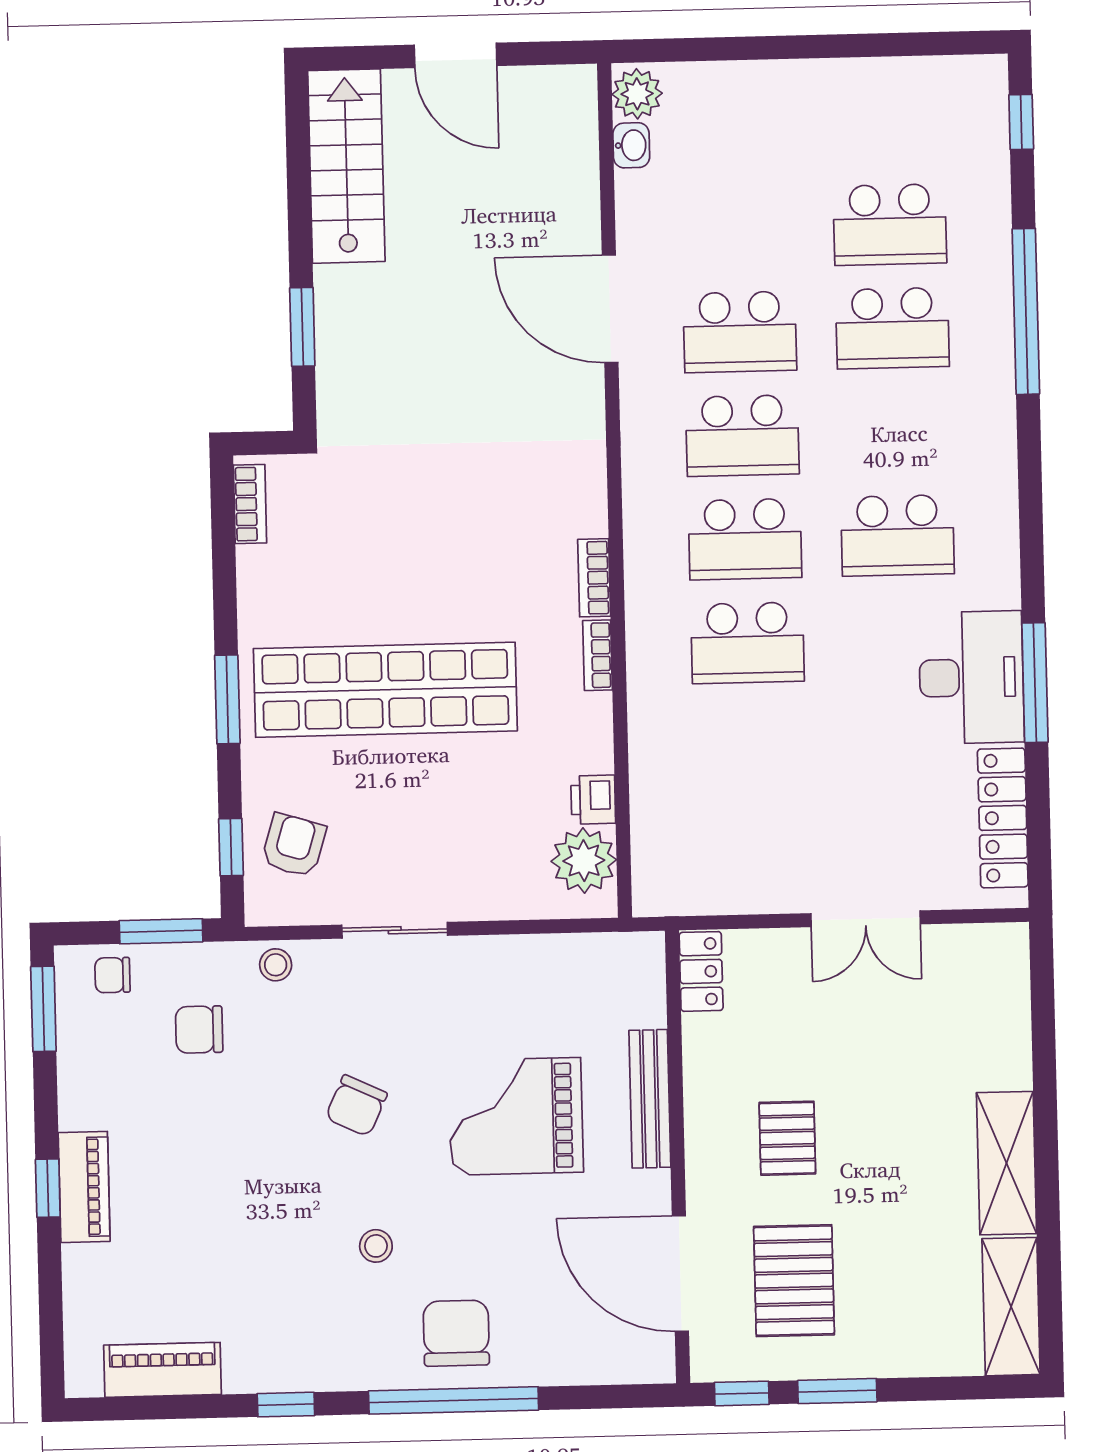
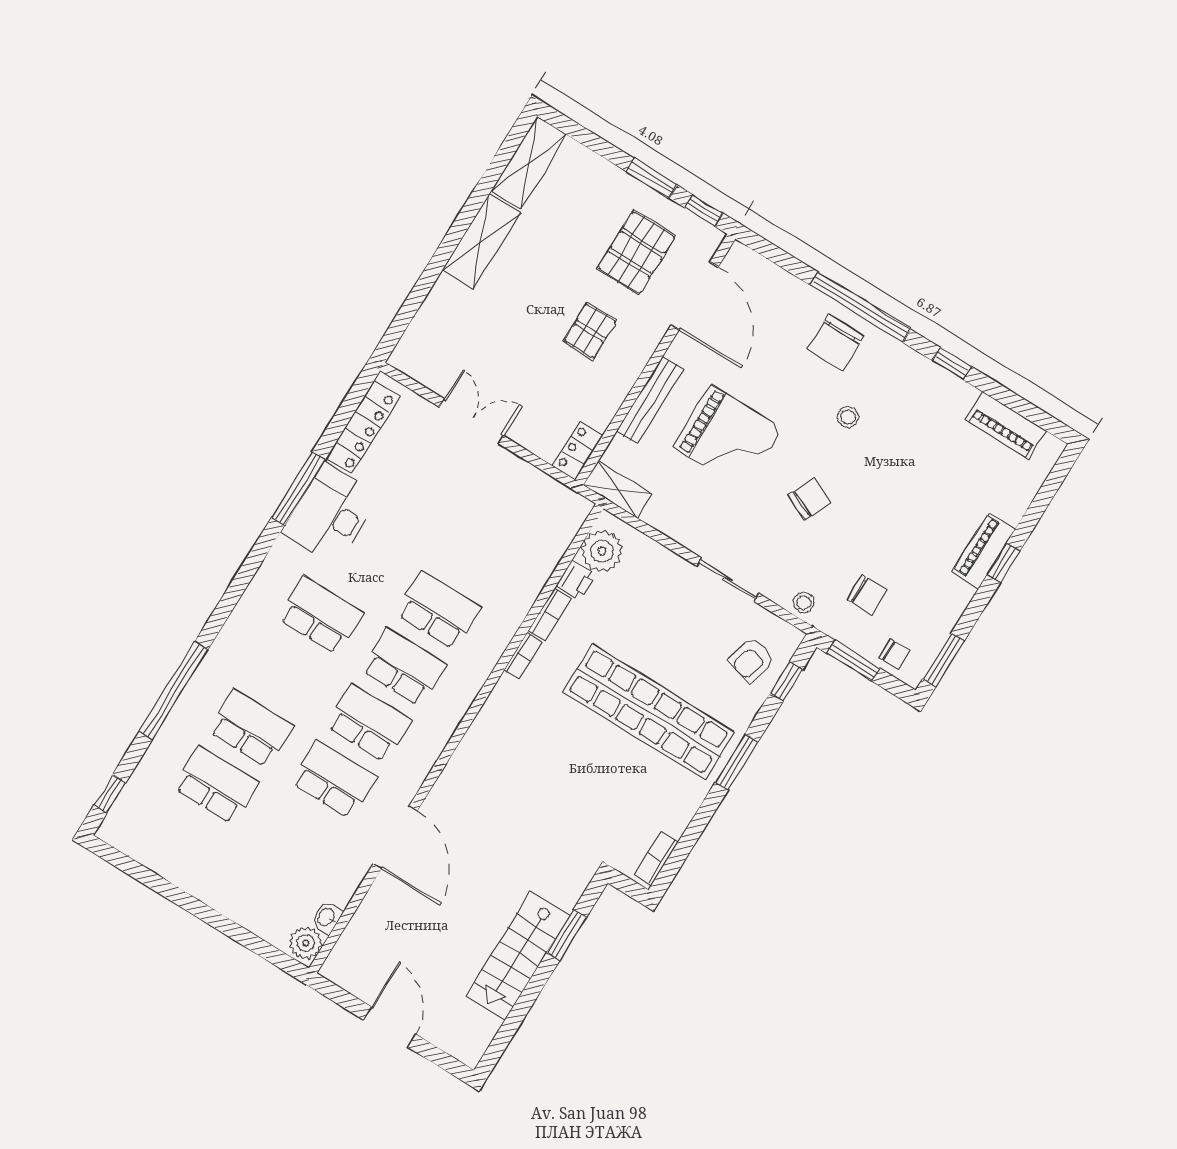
stairs: (346, 166) -> (518, 956), moved
bookcase: (594, 578) -> (550, 614), moved
shelving: (616, 954) -> (617, 490), added

